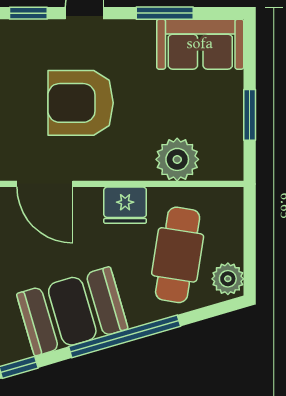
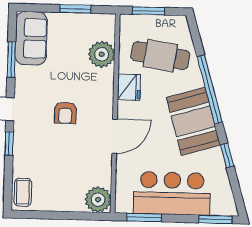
armchair: (81, 103) -> (65, 113), width x0.53, depth x0.53
window: (250, 234) -> (149, 11), added
plant: (228, 279) -> (176, 25), removed

